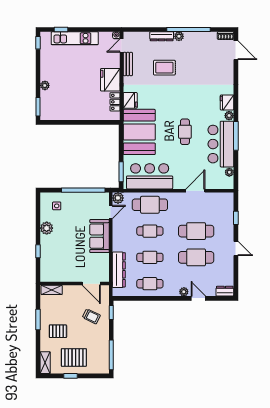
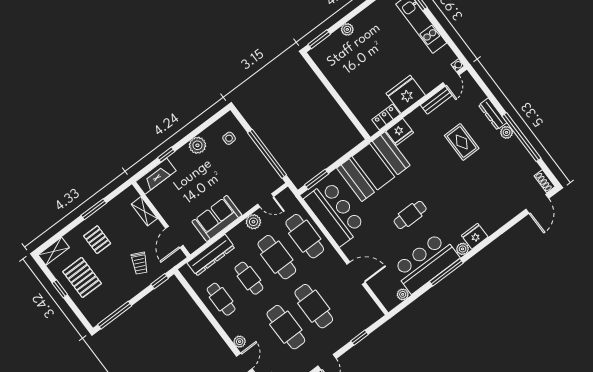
door: (122, 46) -> (451, 79), swing flipped
plant: (118, 198) -> (253, 222), moved
cafe table: (150, 231) -> (277, 257), width x1.37, depth x1.35
sofa: (99, 236) -> (217, 218), moved
fireplace: (46, 267) -> (156, 176), added
shelving: (52, 290) -> (144, 211), moved

